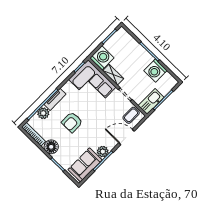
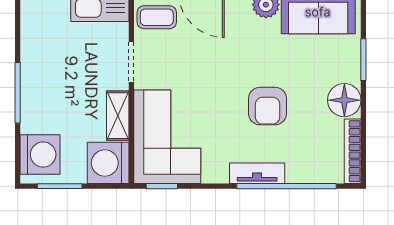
washing machine: (155, 71) -> (40, 155), moved
plant: (43, 113) -> (300, 170), removed
armchair: (72, 122) -> (268, 106), turned 90

